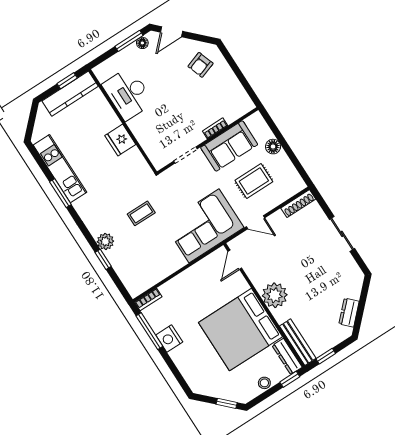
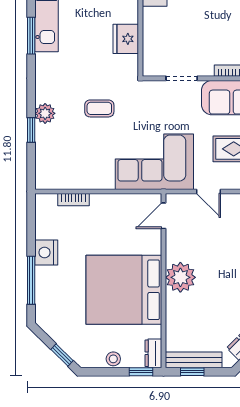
fridge: (120, 140) -> (126, 39), moved
bookcase: (148, 299) -> (74, 200), moved
window: (149, 331) -> (31, 280), moved
bench: (298, 342) -> (194, 360), moved, turned 90
dresser: (287, 356) -> (153, 353), width x0.70

